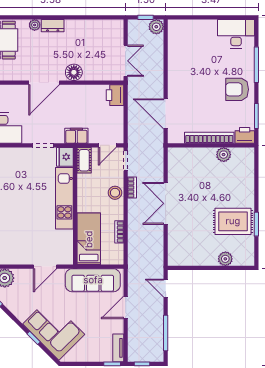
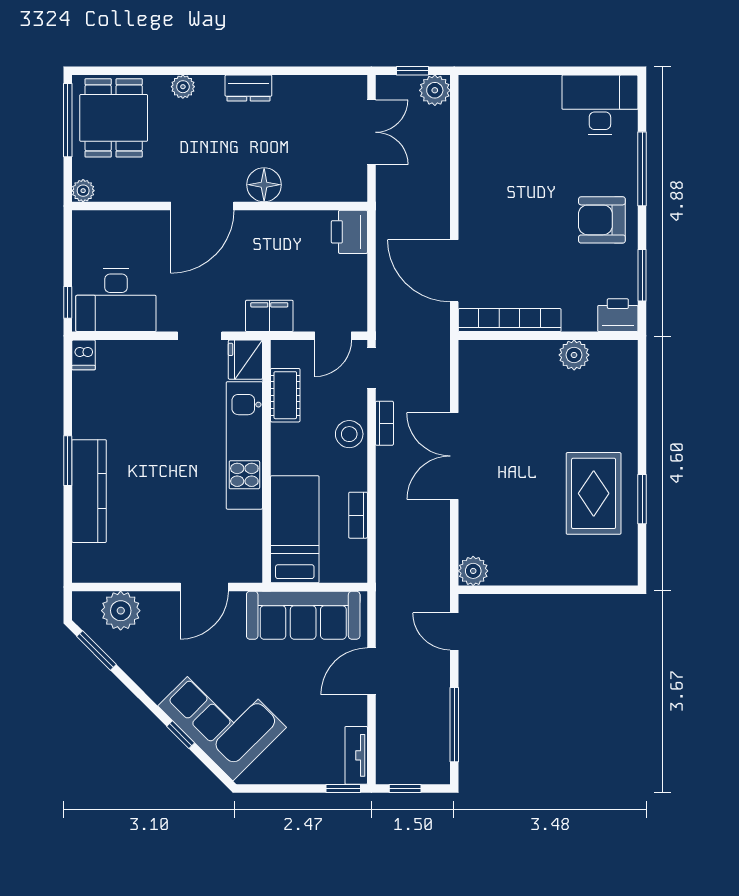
dresser: (53, 26) -> (248, 88), moved
double door: (126, 61) -> (371, 132), moved
bookcase: (209, 138) -> (510, 320), moved
cot: (84, 160) -> (285, 395), moved
rug: (233, 221) -> (594, 493), turned 90
plant: (225, 259) -> (473, 571), moved

